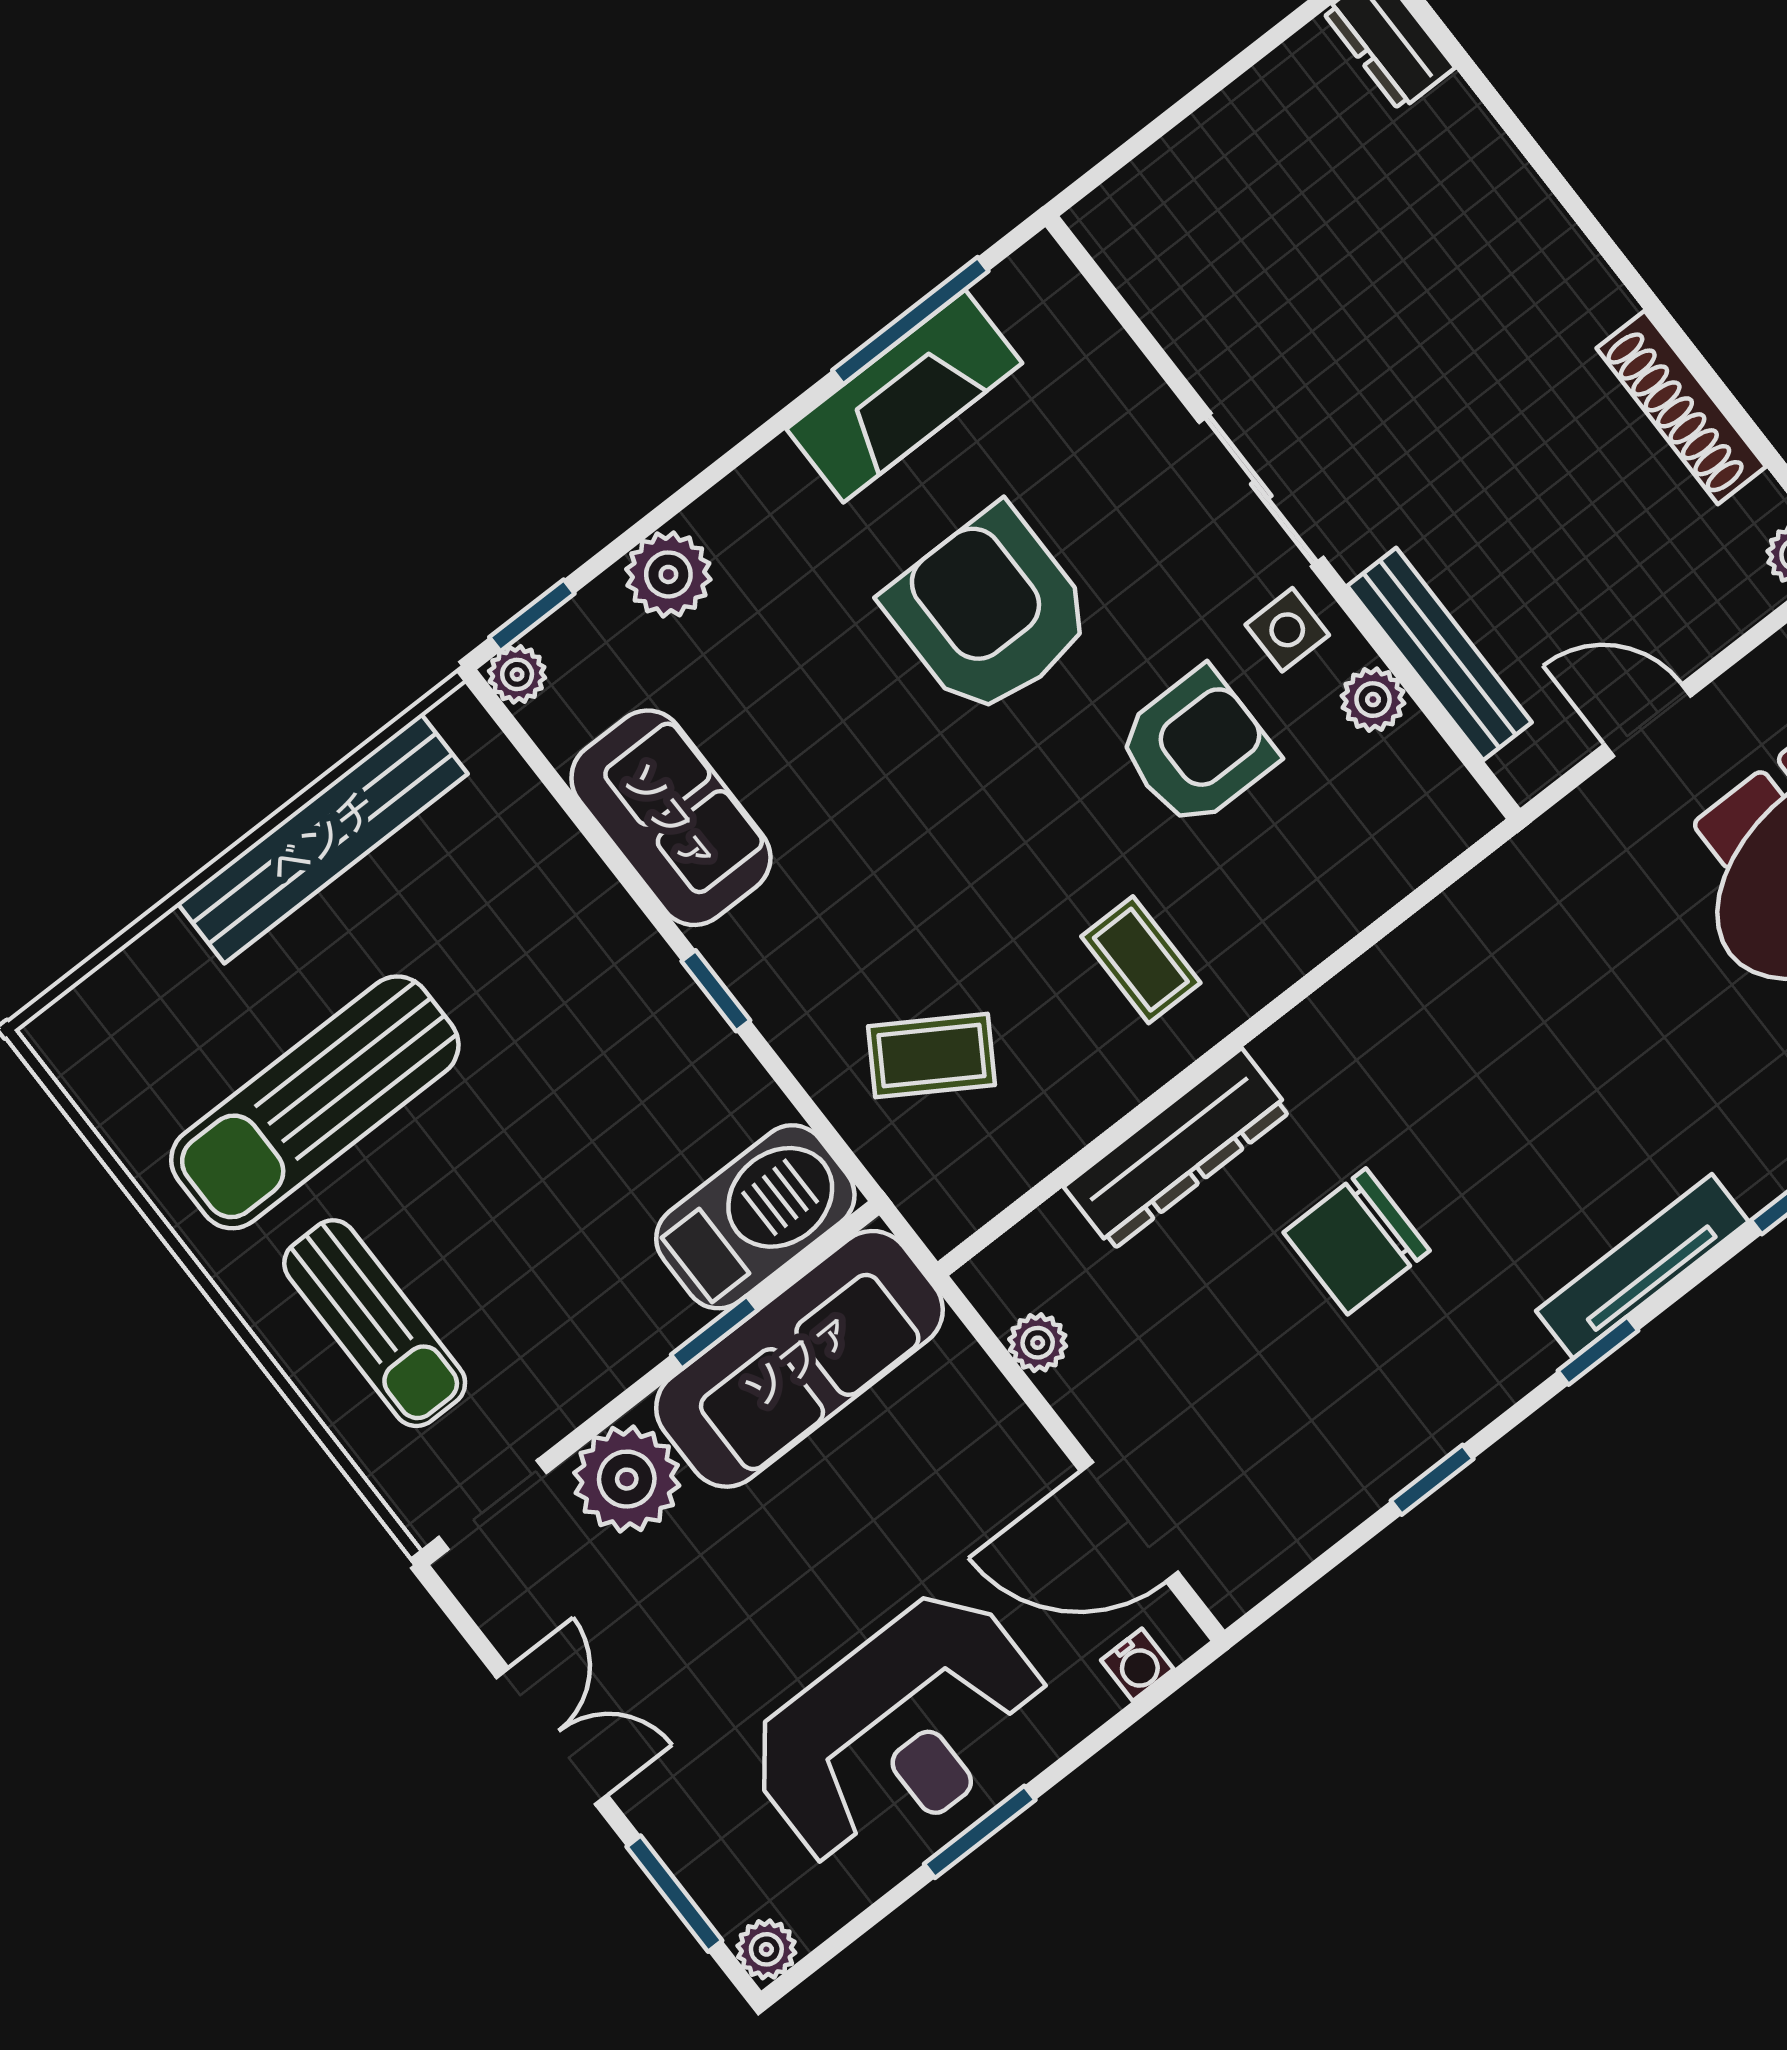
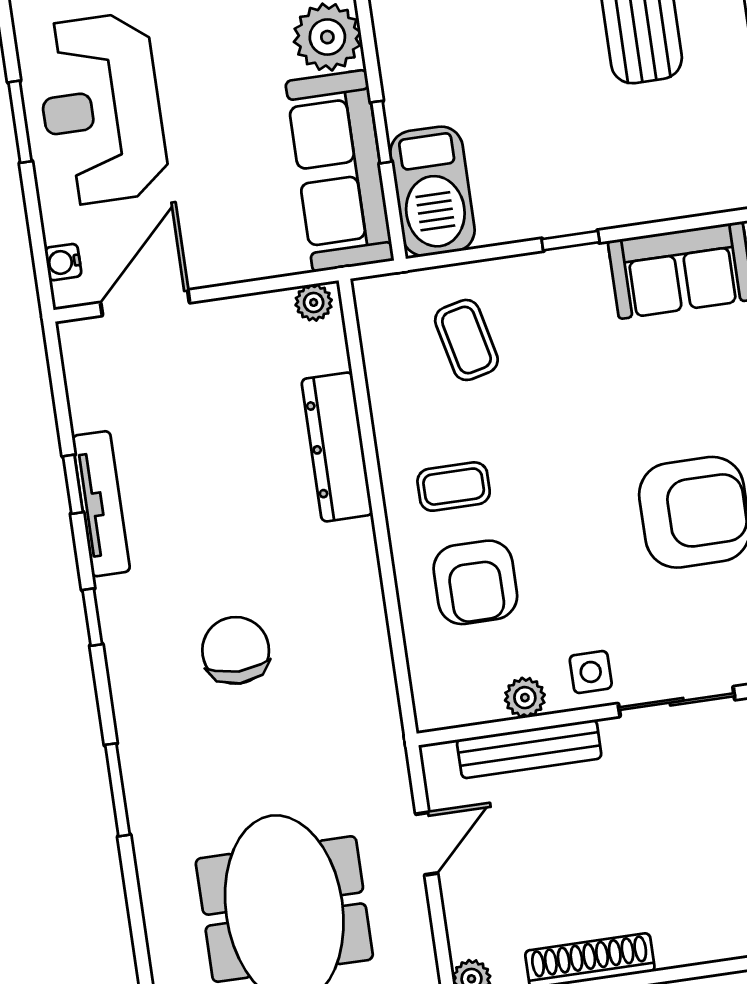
armchair: (1196, 748) -> (475, 582), moved
coffee table: (931, 1056) -> (466, 340), turned -45
chair: (1357, 1241) -> (236, 650), moved
tv unit: (1642, 1266) -> (101, 504), moved
plant: (1038, 1343) -> (314, 302), moved

